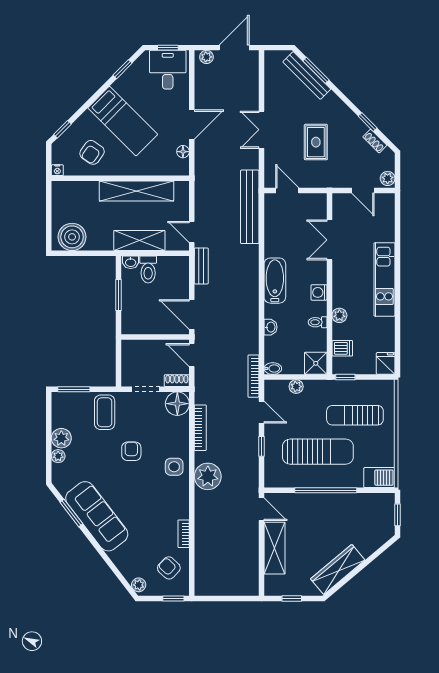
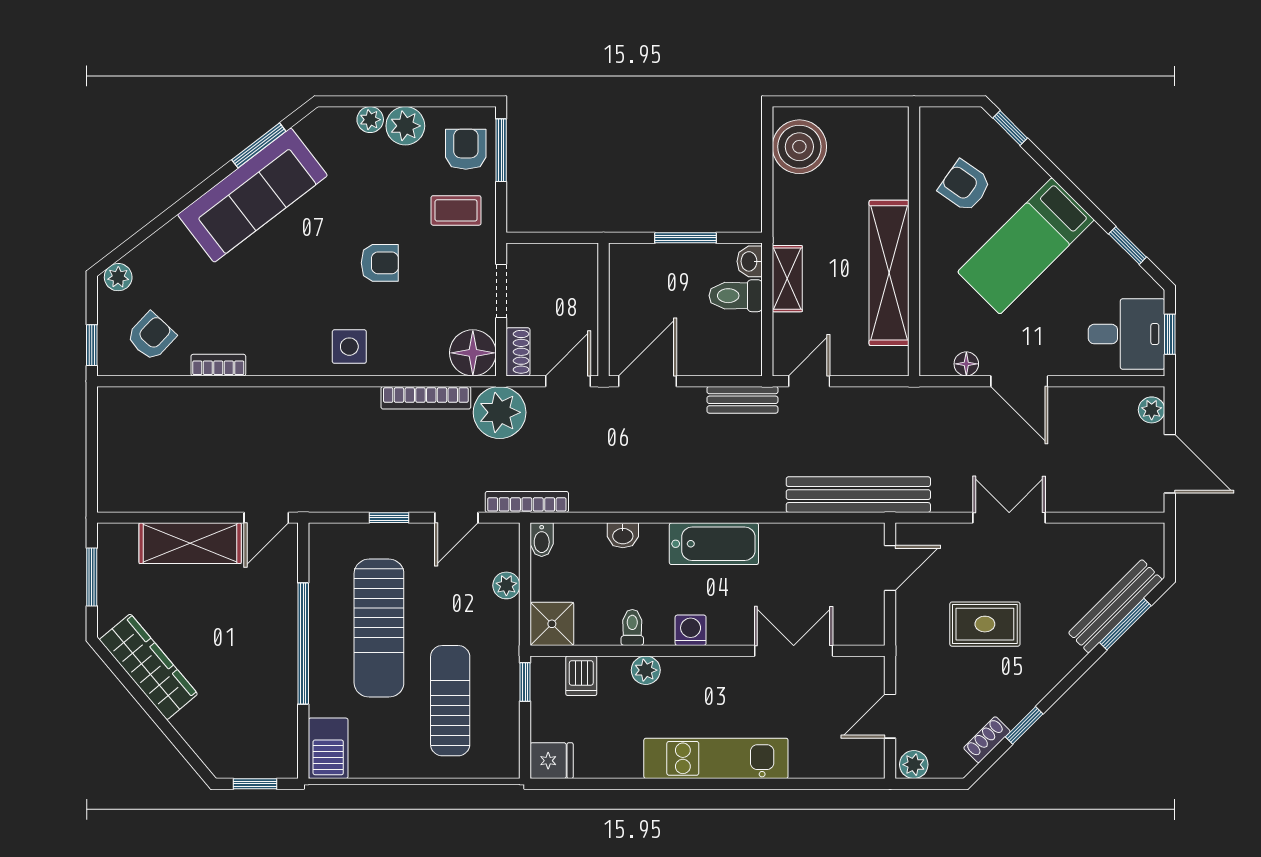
nightstand: (57, 170) -> (930, 118), removed
shelving: (139, 240) -> (787, 279), width x0.67, depth x0.75
armchair: (73, 407) -> (466, 149), added
coffee table: (105, 412) -> (456, 210), width x0.73, depth x0.77
plant: (208, 476) -> (500, 412), moved
window: (292, 598) -> (92, 577), width x1.50

